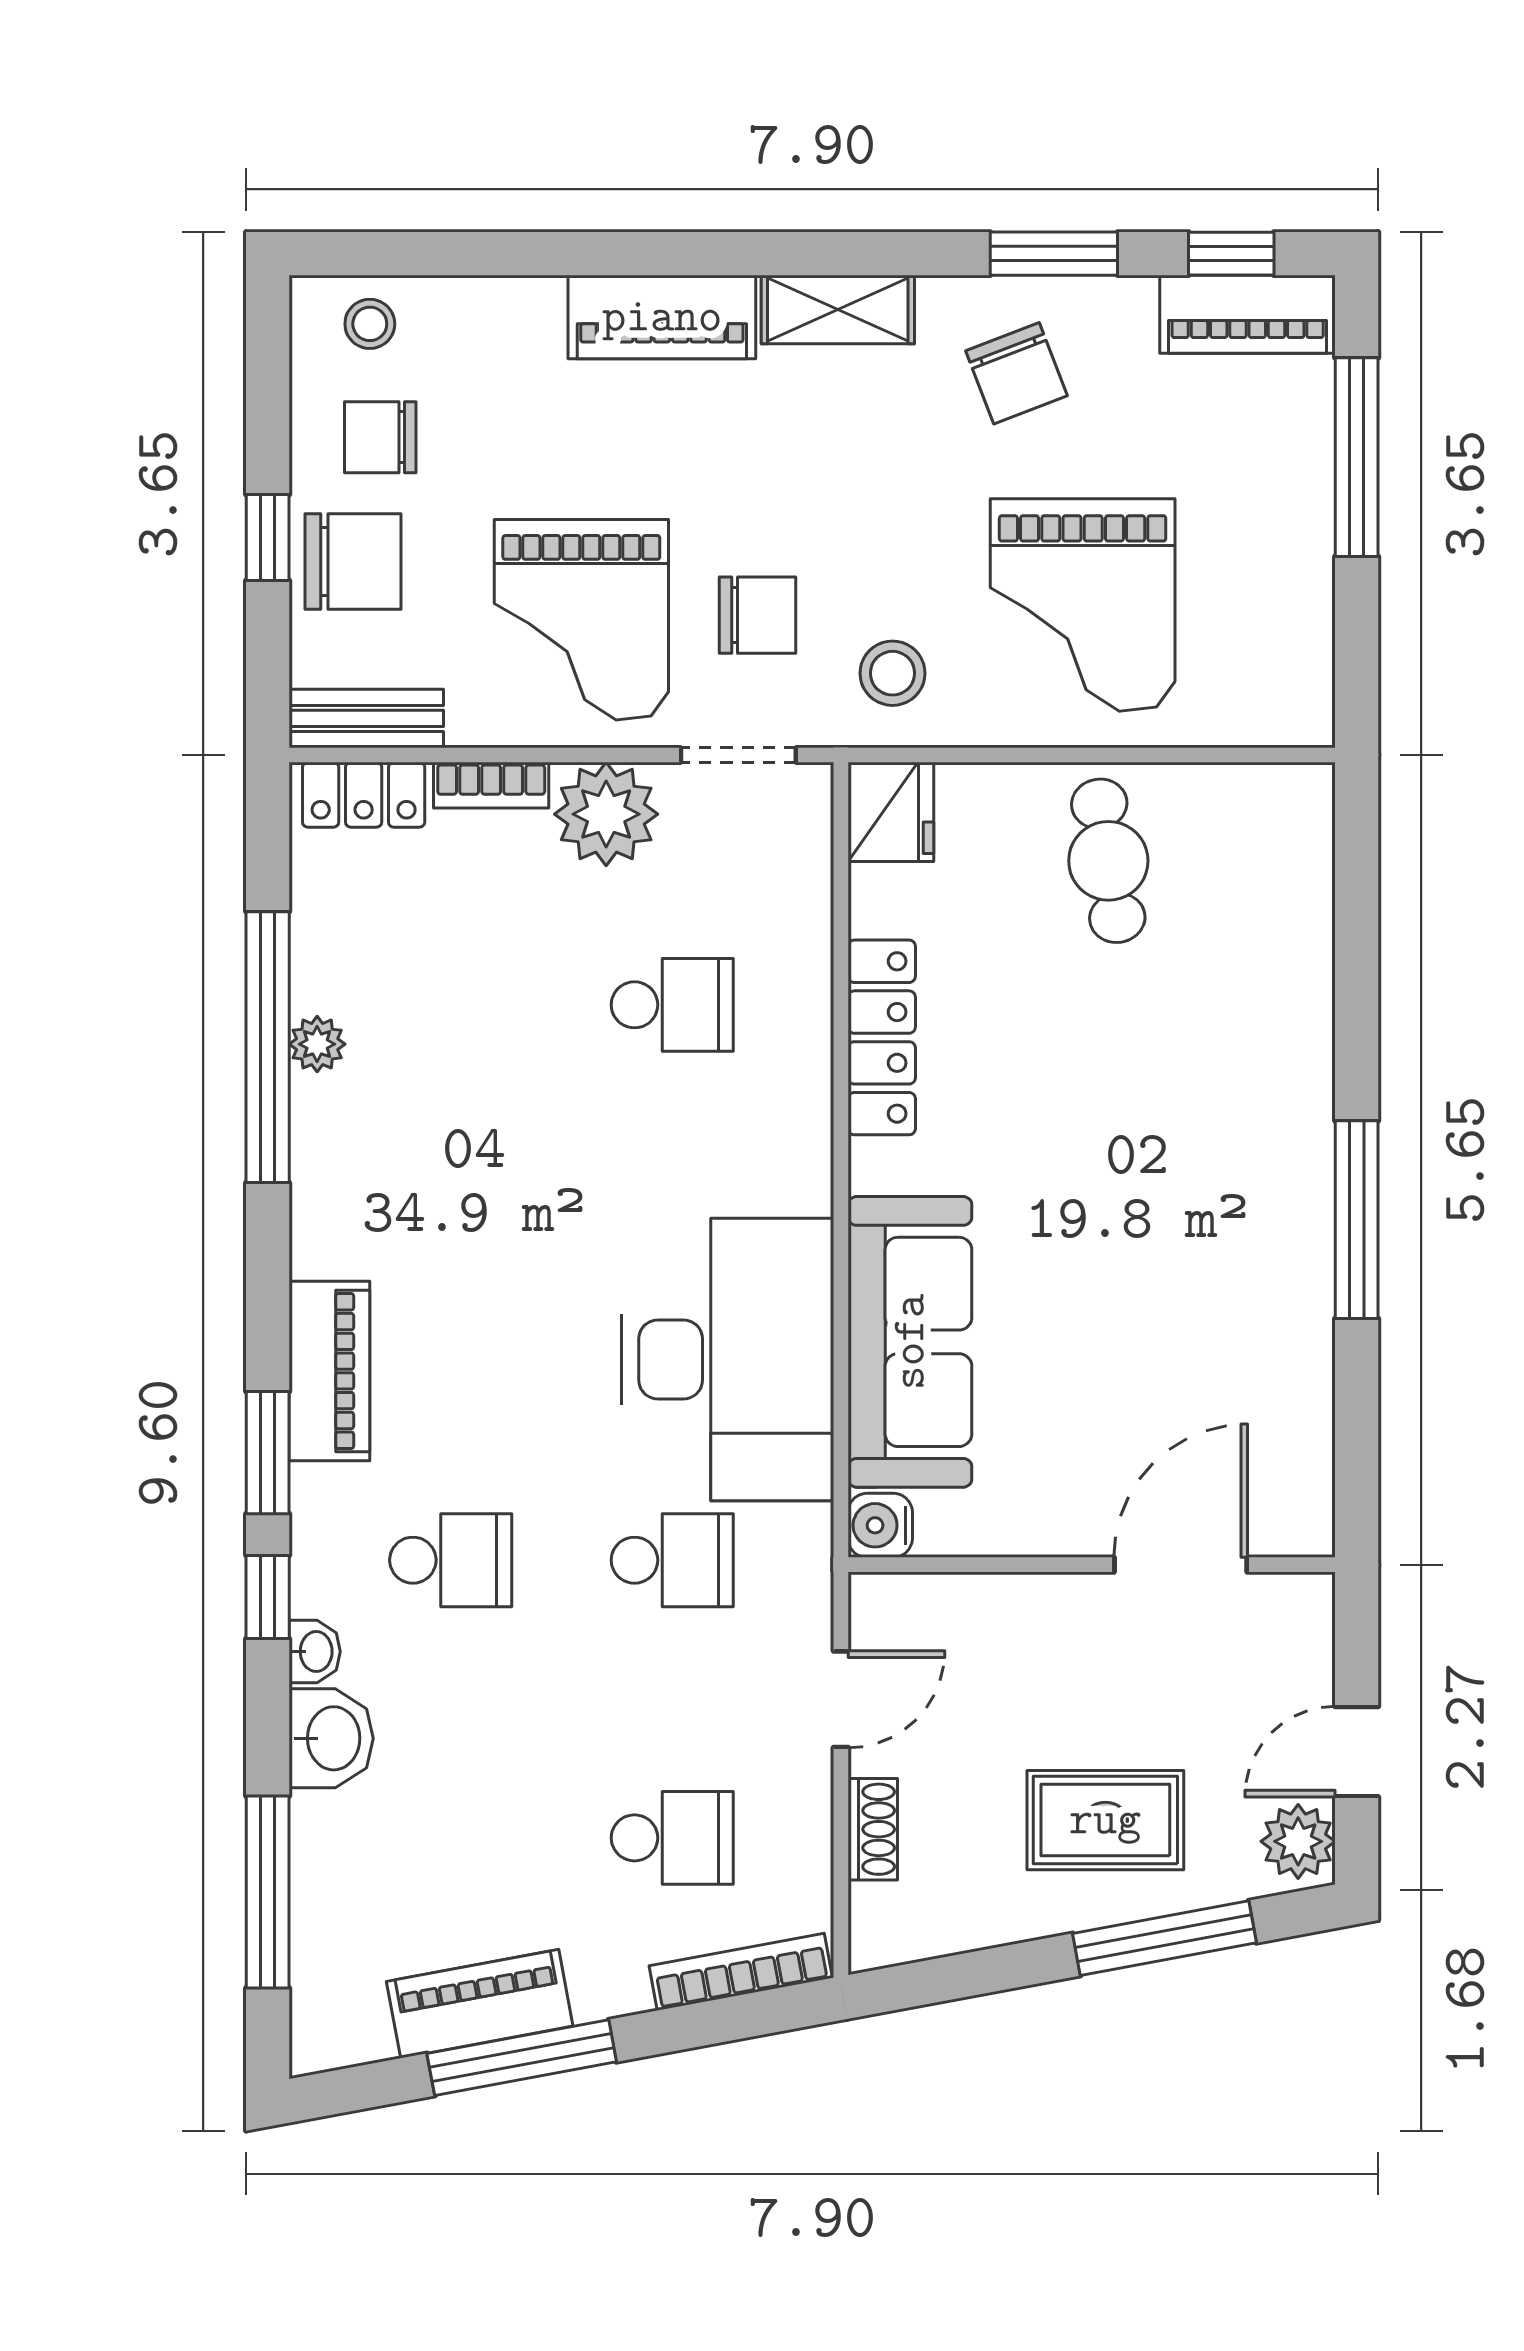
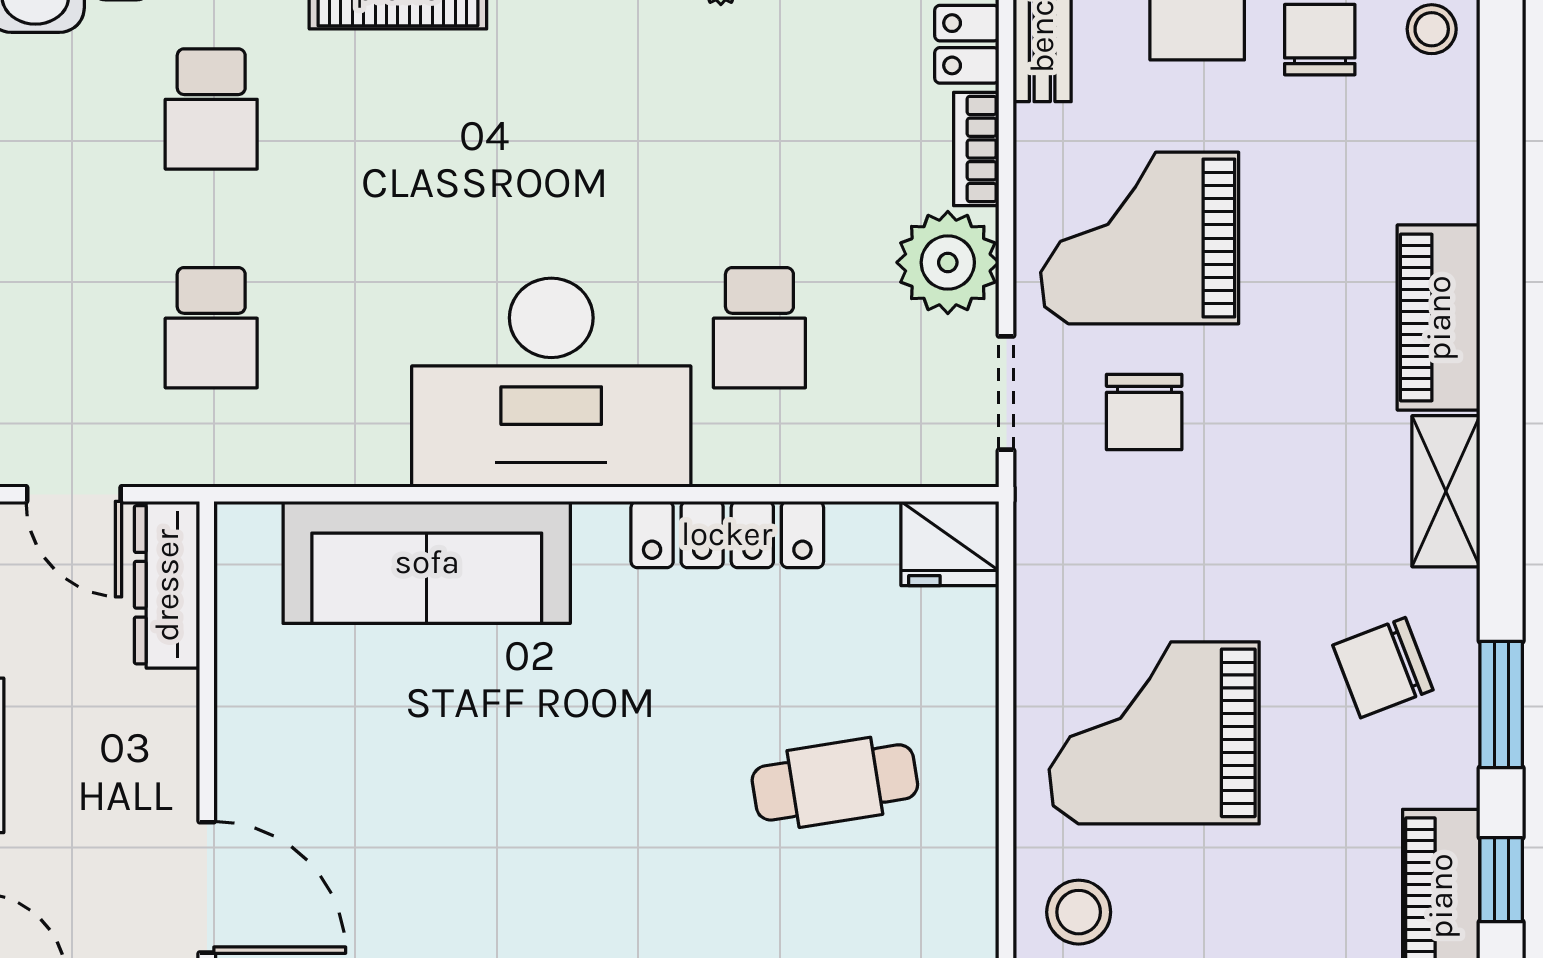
stool: (892, 673) -> (1079, 912), moved
cafe table: (1108, 861) -> (835, 782), moved
desk: (728, 1359) -> (551, 383), moved
water cooler: (880, 1525) -> (246, 533), removed
door: (1181, 1565) -> (207, 887), moved
dresser: (933, 1605) -> (167, 585), added

